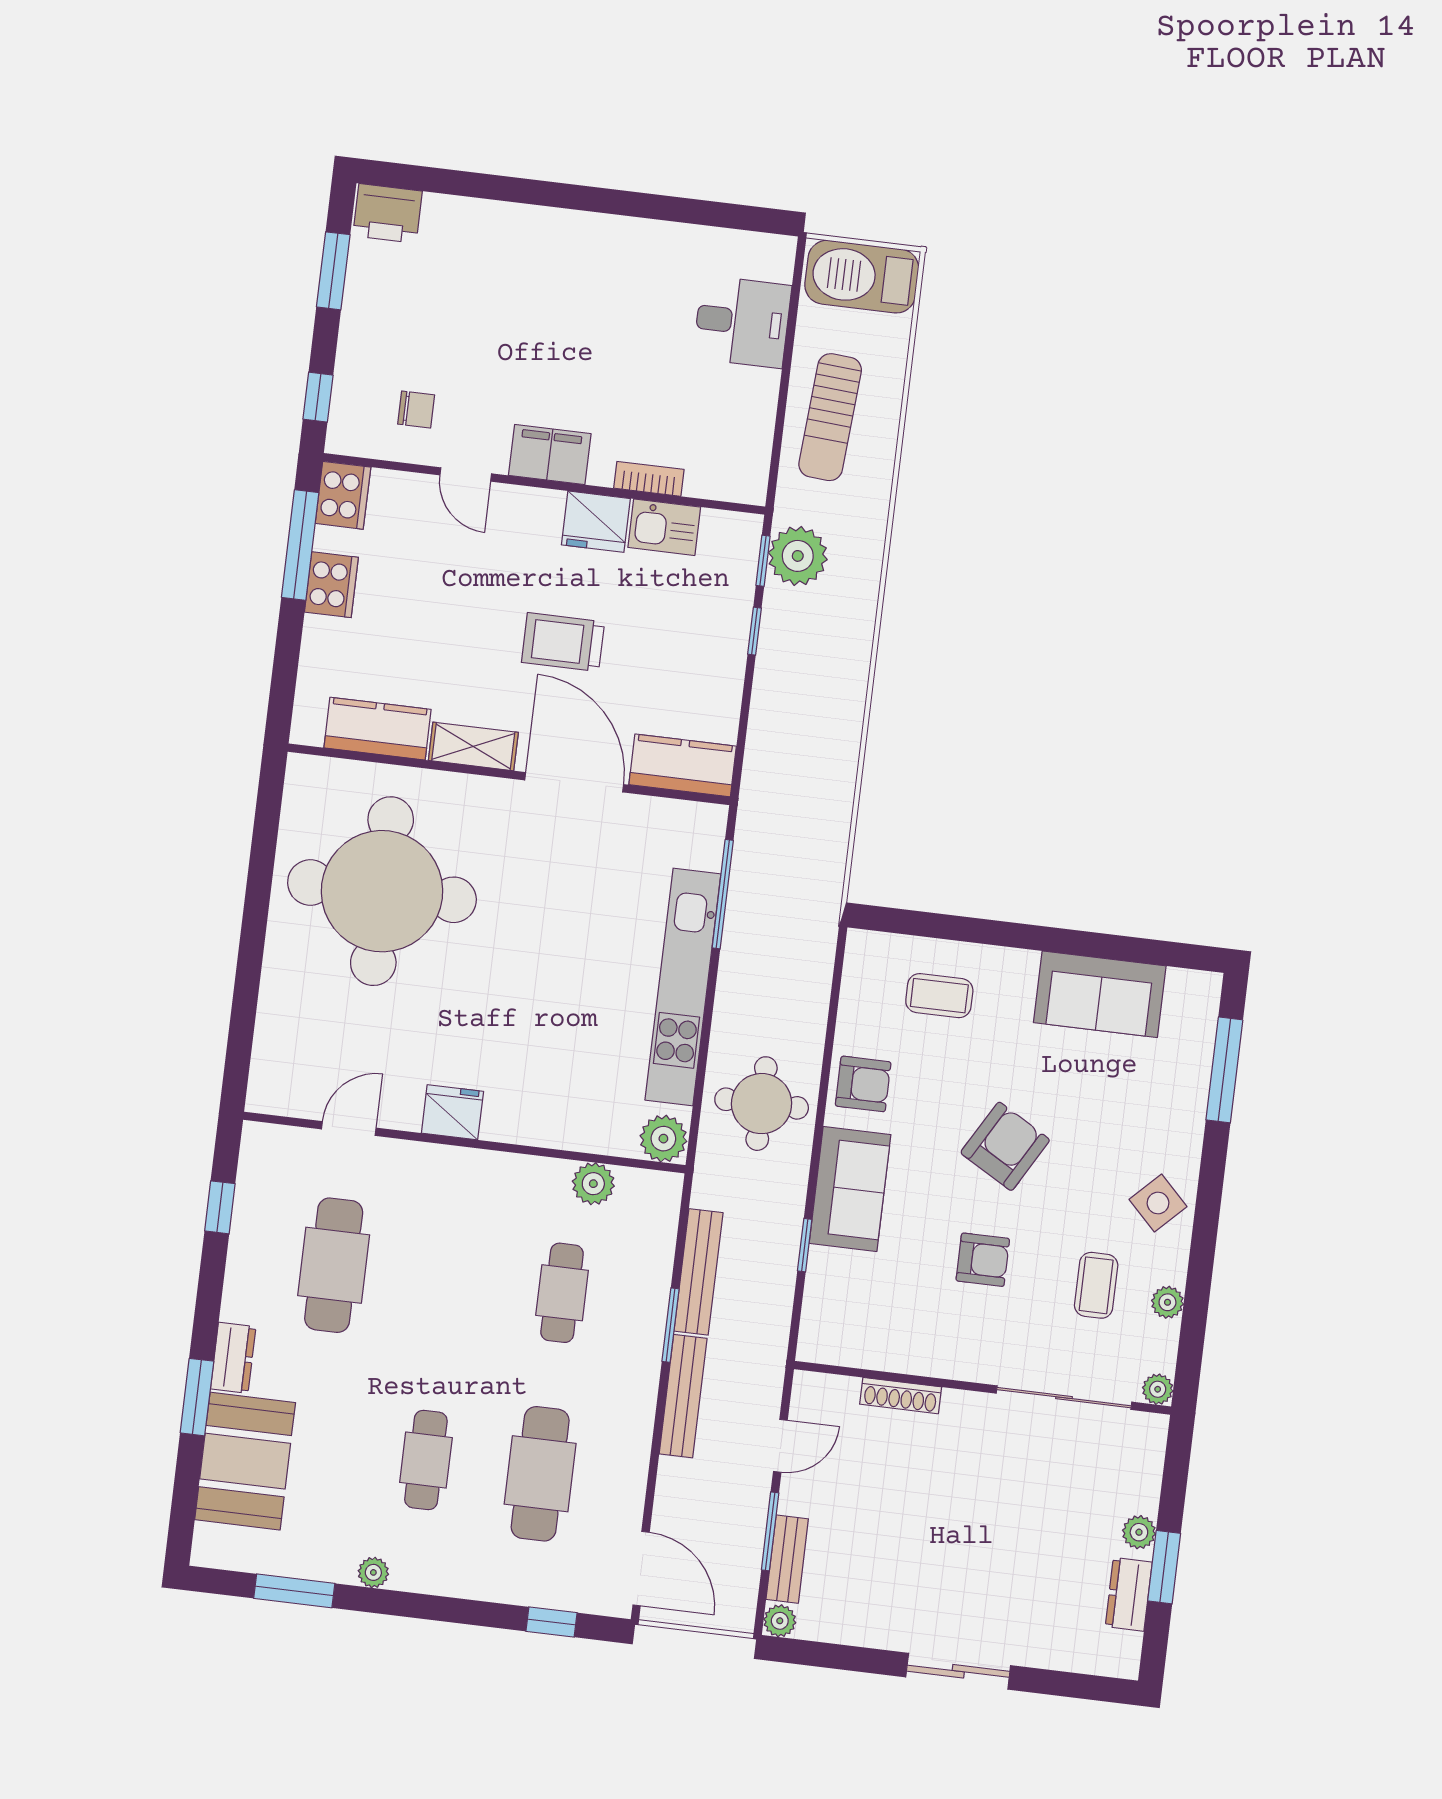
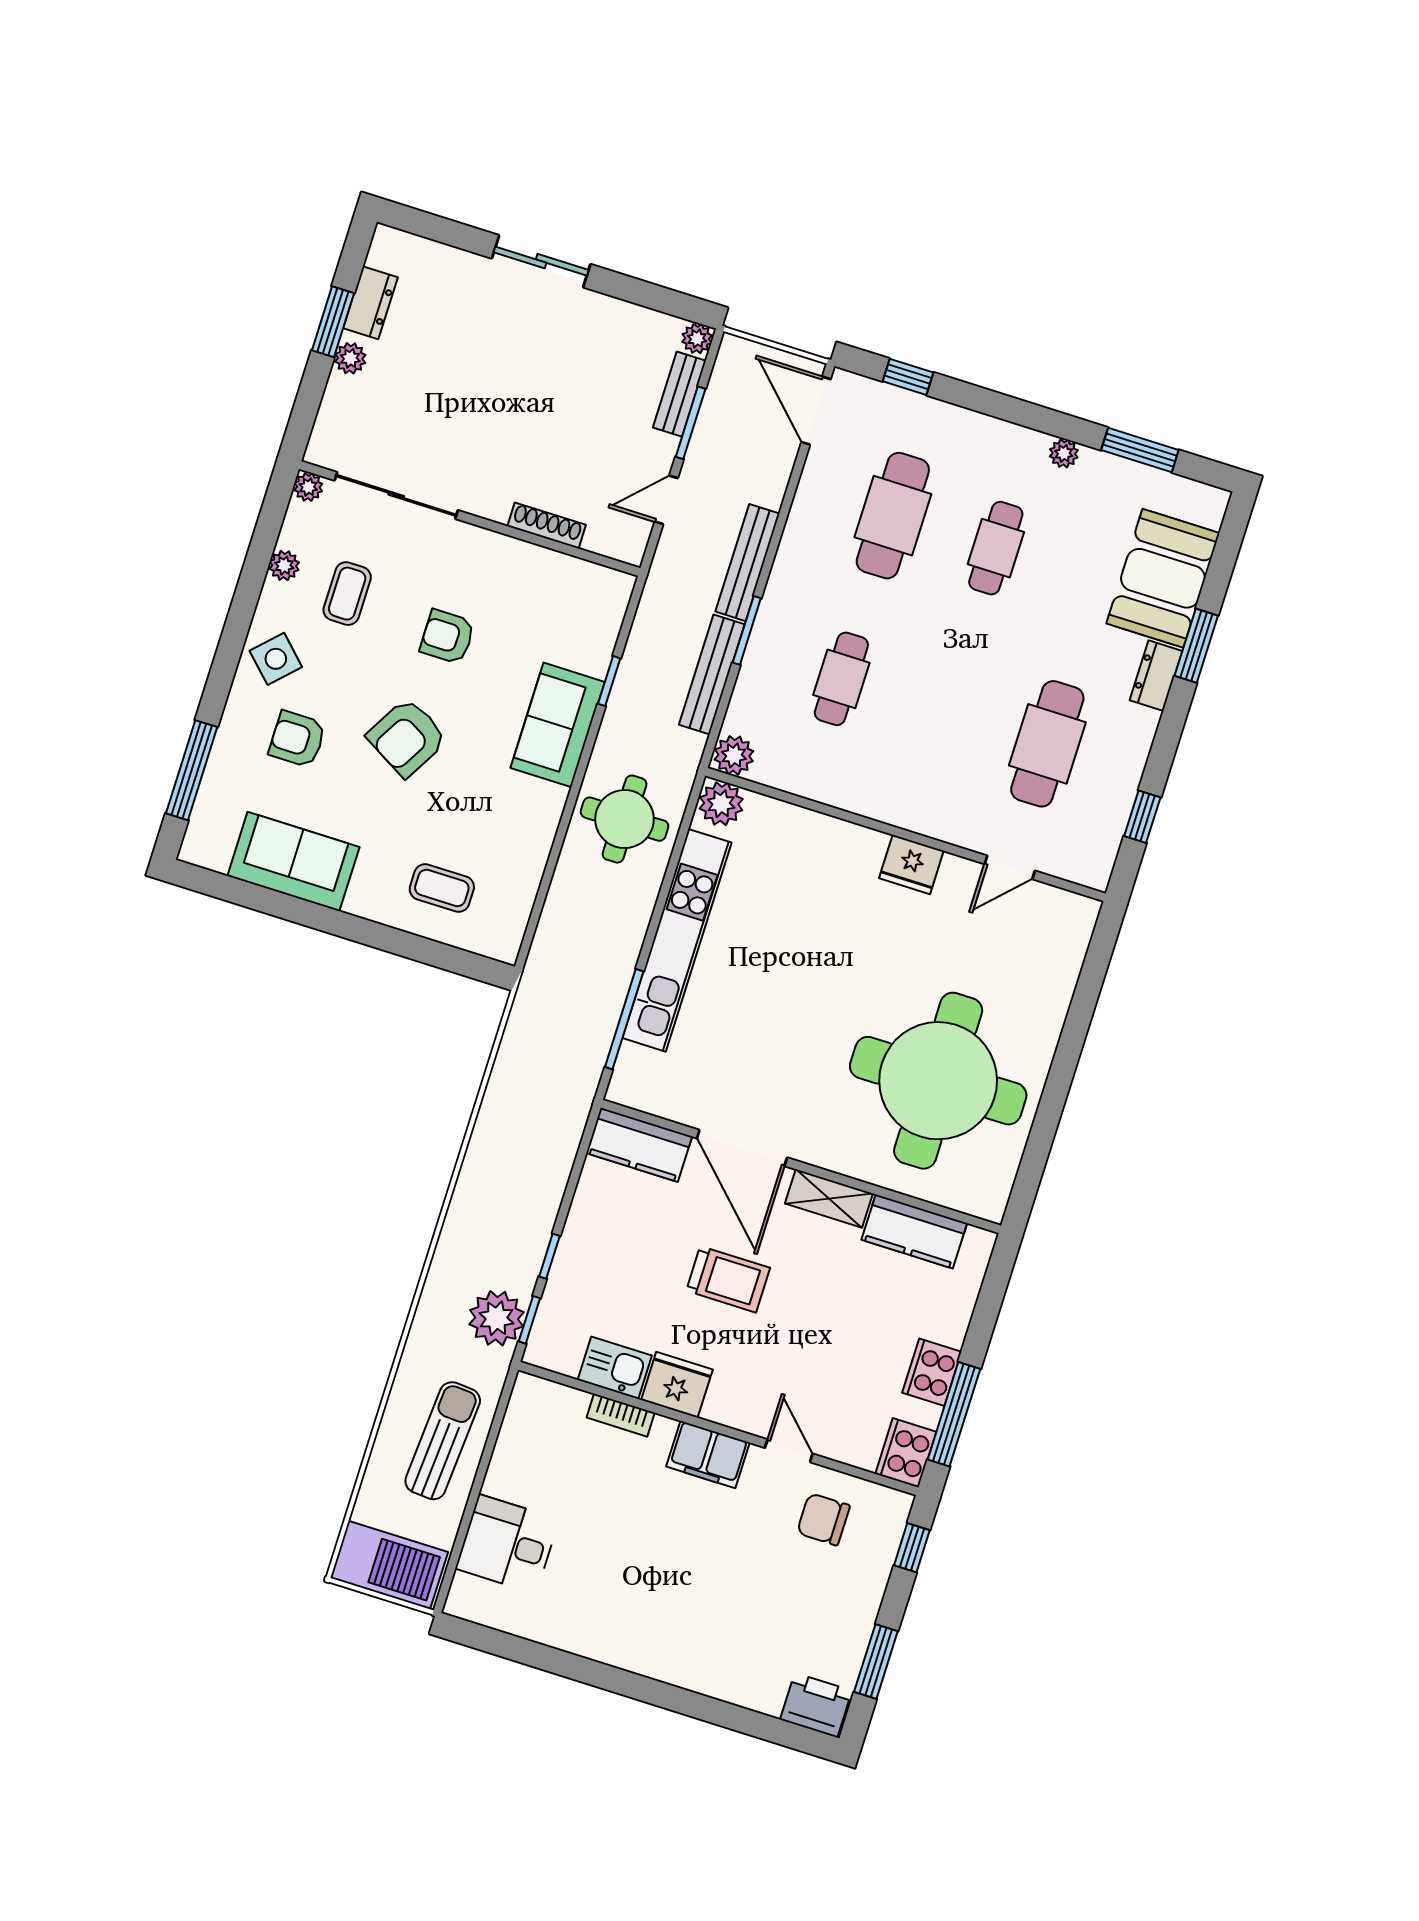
chair: (416, 410) -> (823, 1519), width x1.37, depth x1.37
armchair: (863, 1084) -> (297, 739), moved
plant: (593, 1184) -> (734, 755), moved

